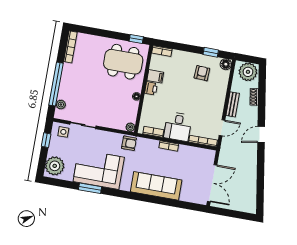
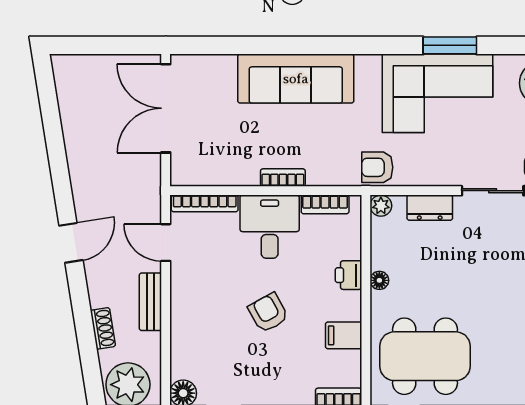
armchair: (202, 73) -> (268, 313), moved, turned 148
printer: (151, 88) -> (349, 275), moved
dresser: (110, 123) -> (430, 208), added
door: (222, 128) -> (166, 243), hinge flipped

